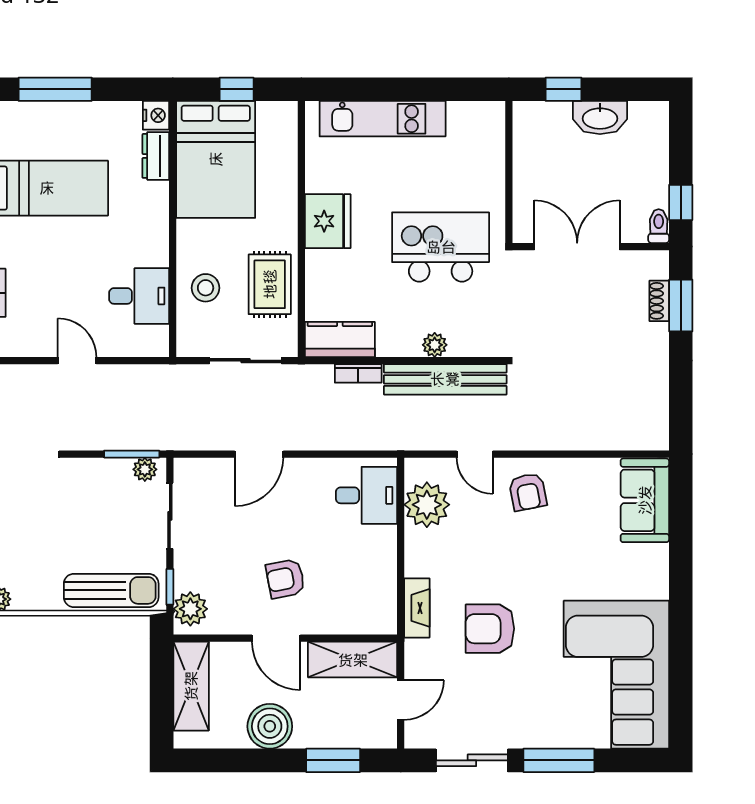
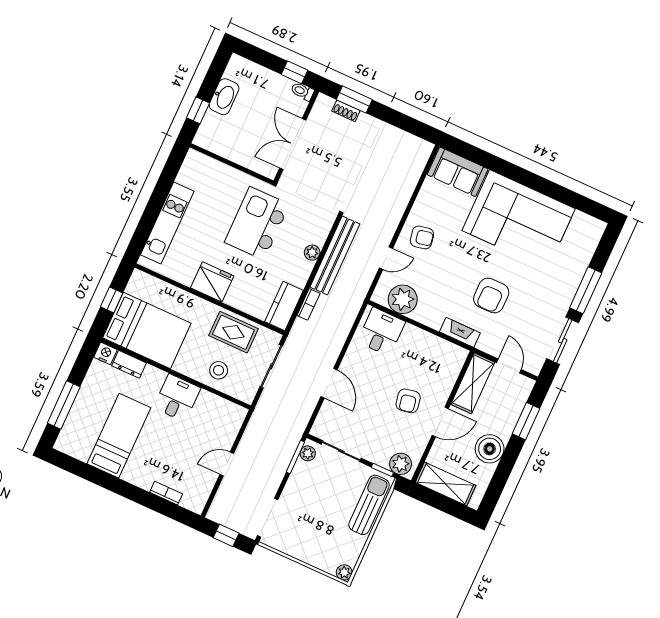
desk: (139, 296) -> (177, 398), moved
corner sofa: (616, 675) -> (519, 220), moved

